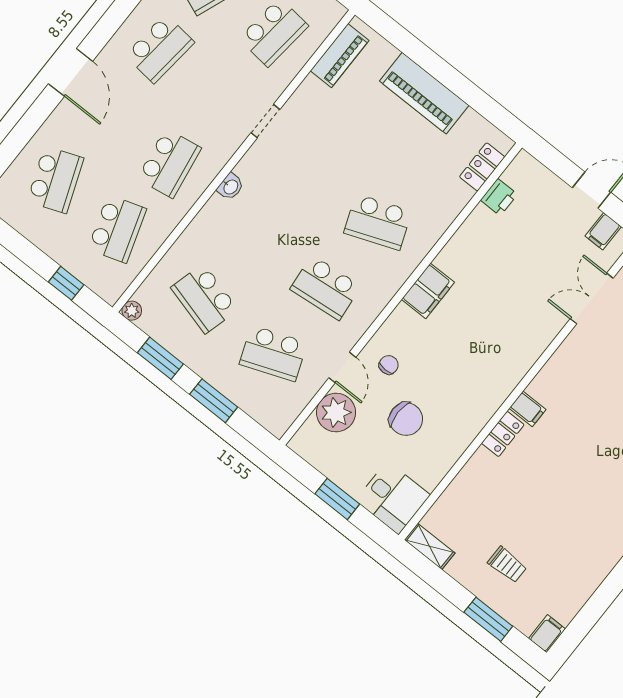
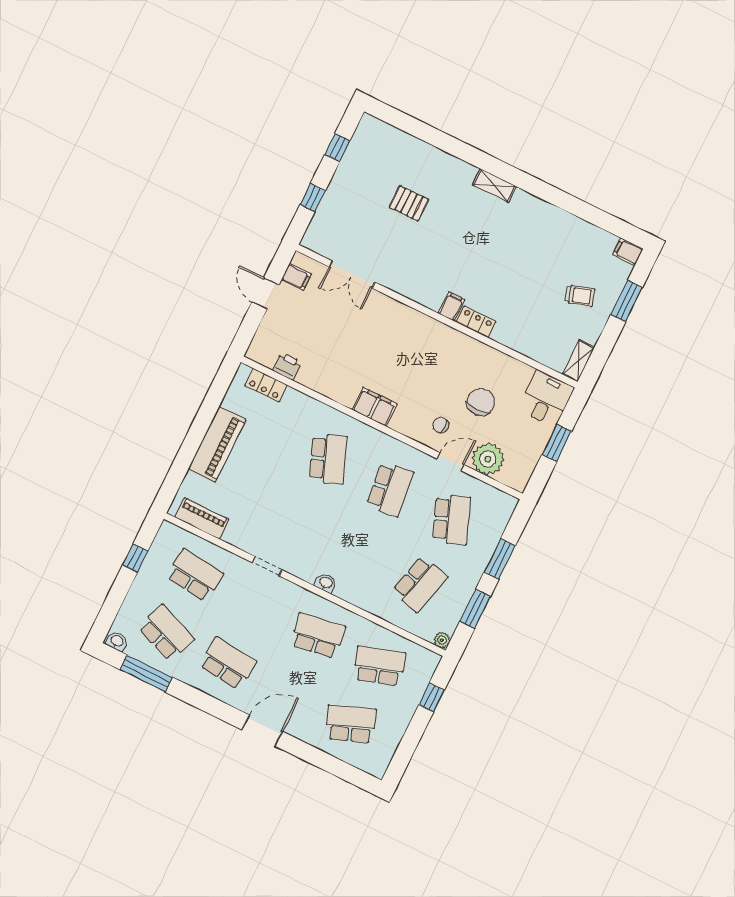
trolley: (507, 565) -> (580, 296), turned 73

